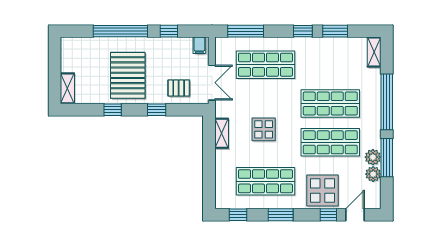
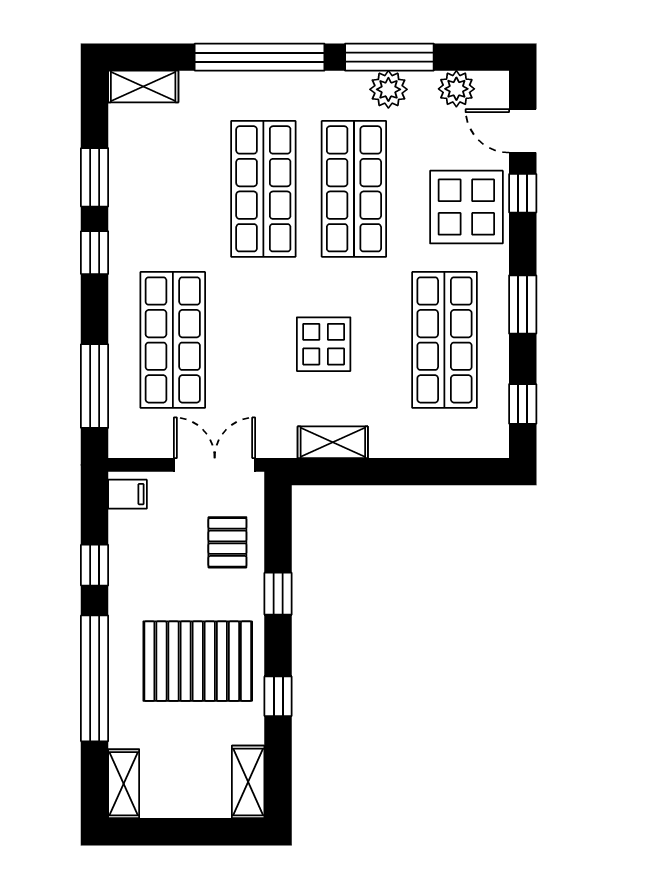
shelving: (75, 44) -> (124, 784), added
shelving: (67, 88) -> (248, 782), moved, turned 90
plant: (373, 174) -> (456, 89), moved

